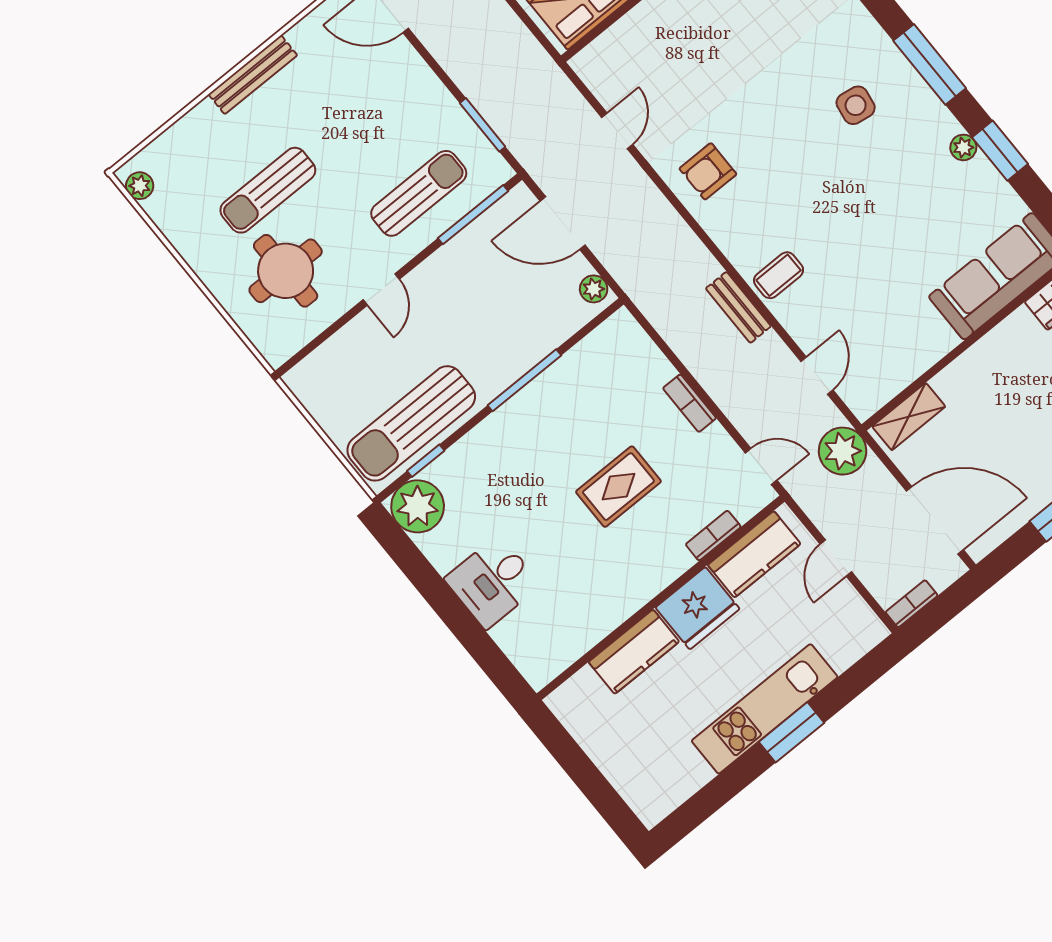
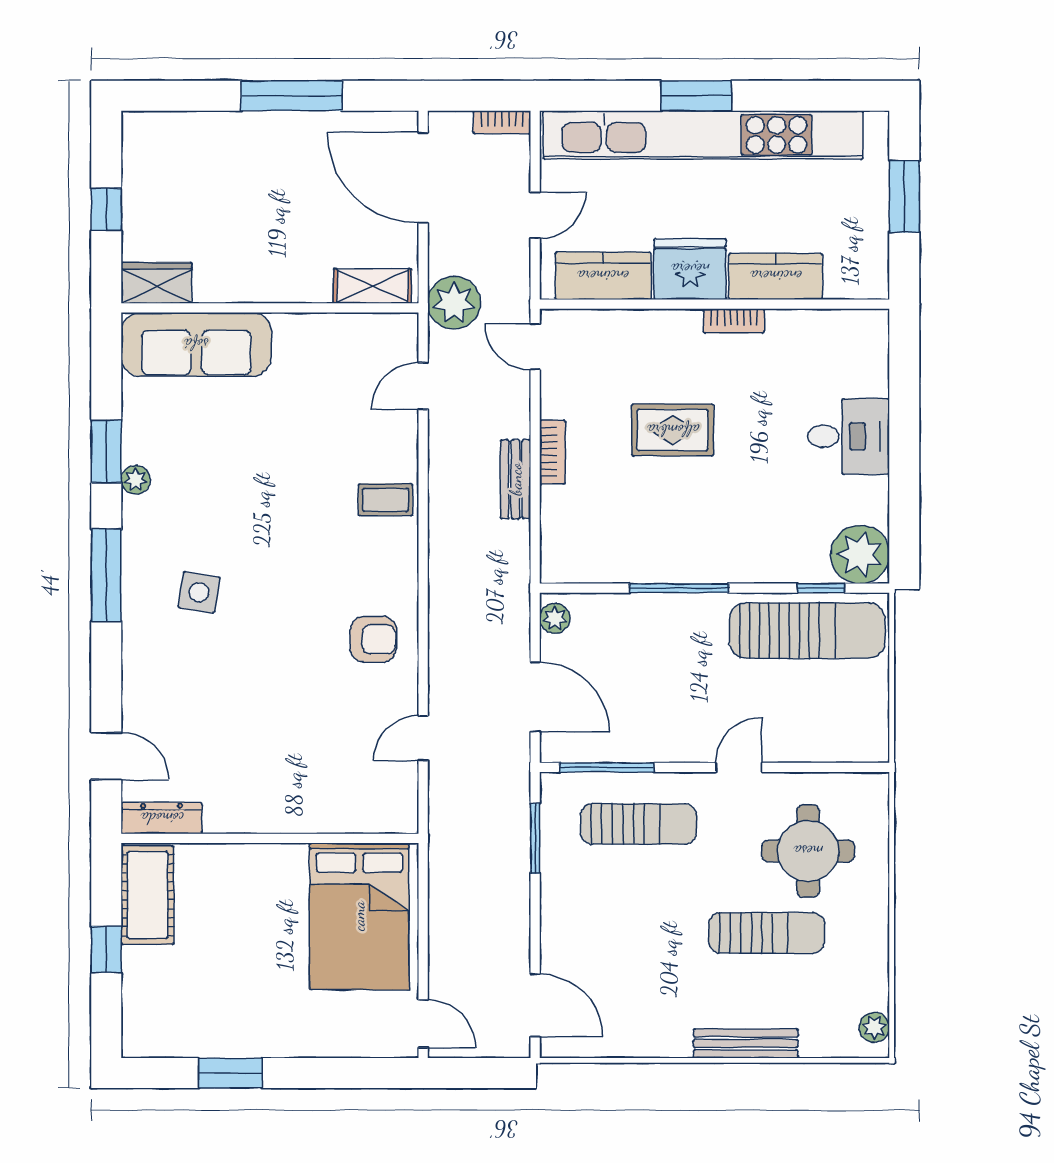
bench: (253, 75) -> (746, 1043), moved
sun lounger: (419, 193) -> (638, 824), turned 180
bench: (738, 307) -> (516, 479), moved
bookcase: (713, 536) -> (734, 321), moved
kitchen unit: (765, 709) -> (703, 135), width x1.86
window: (590, 780) -> (904, 197), added

